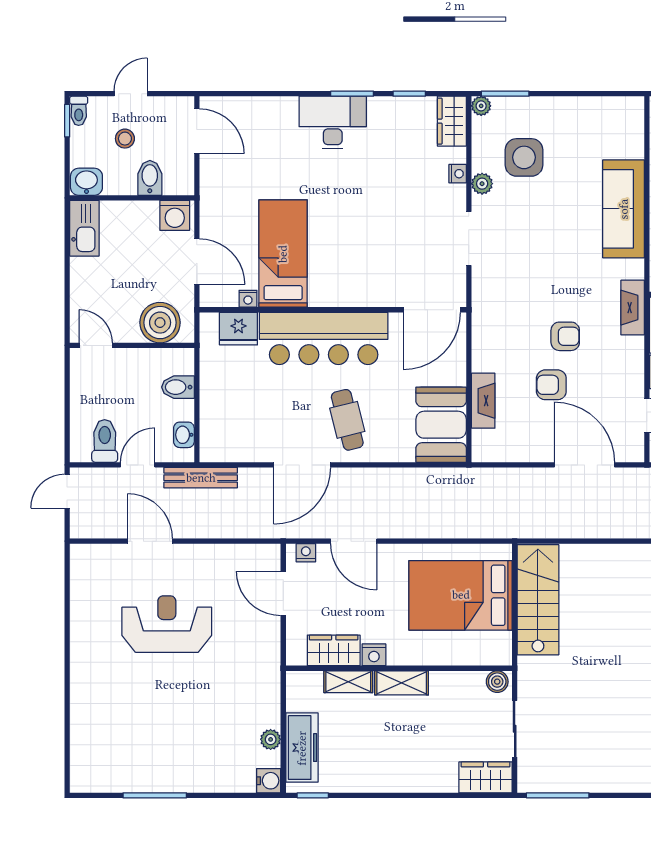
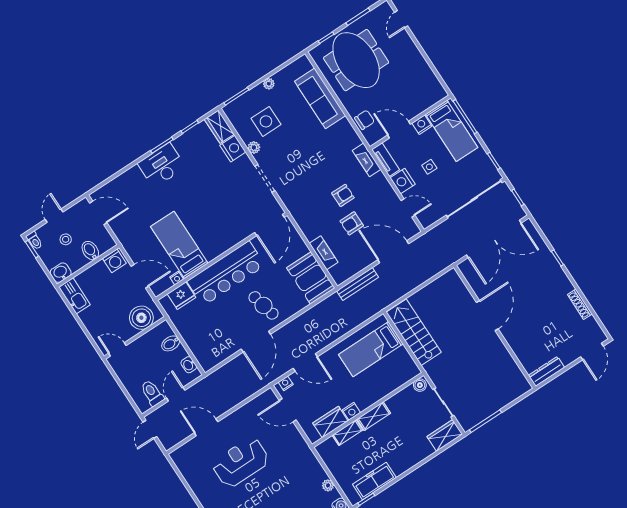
plant: (481, 106) -> (269, 84), moved
nightstand: (458, 174) -> (233, 149), width x1.89, depth x1.79
sofa: (624, 209) -> (320, 98), moved
bench: (201, 478) -> (358, 284), moved
bed: (461, 595) -> (371, 349), width x0.67
freezer: (302, 748) -> (374, 481), moved, turned -90

